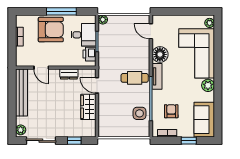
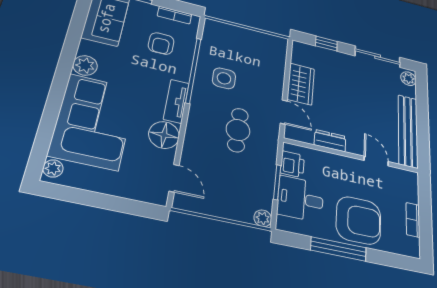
armchair: (51, 30) -> (359, 220), turned 180
cafe table: (135, 78) -> (238, 130), moved, turned 90
side table: (139, 113) -> (224, 78), moved

